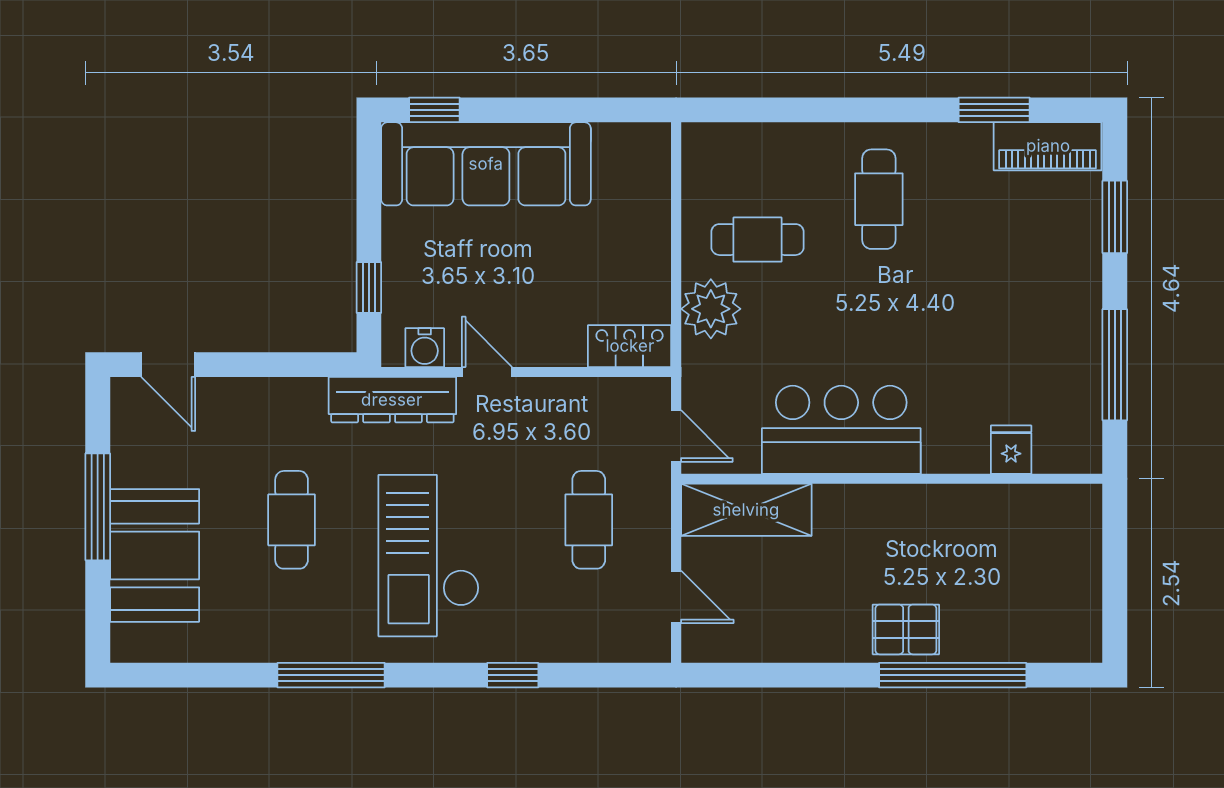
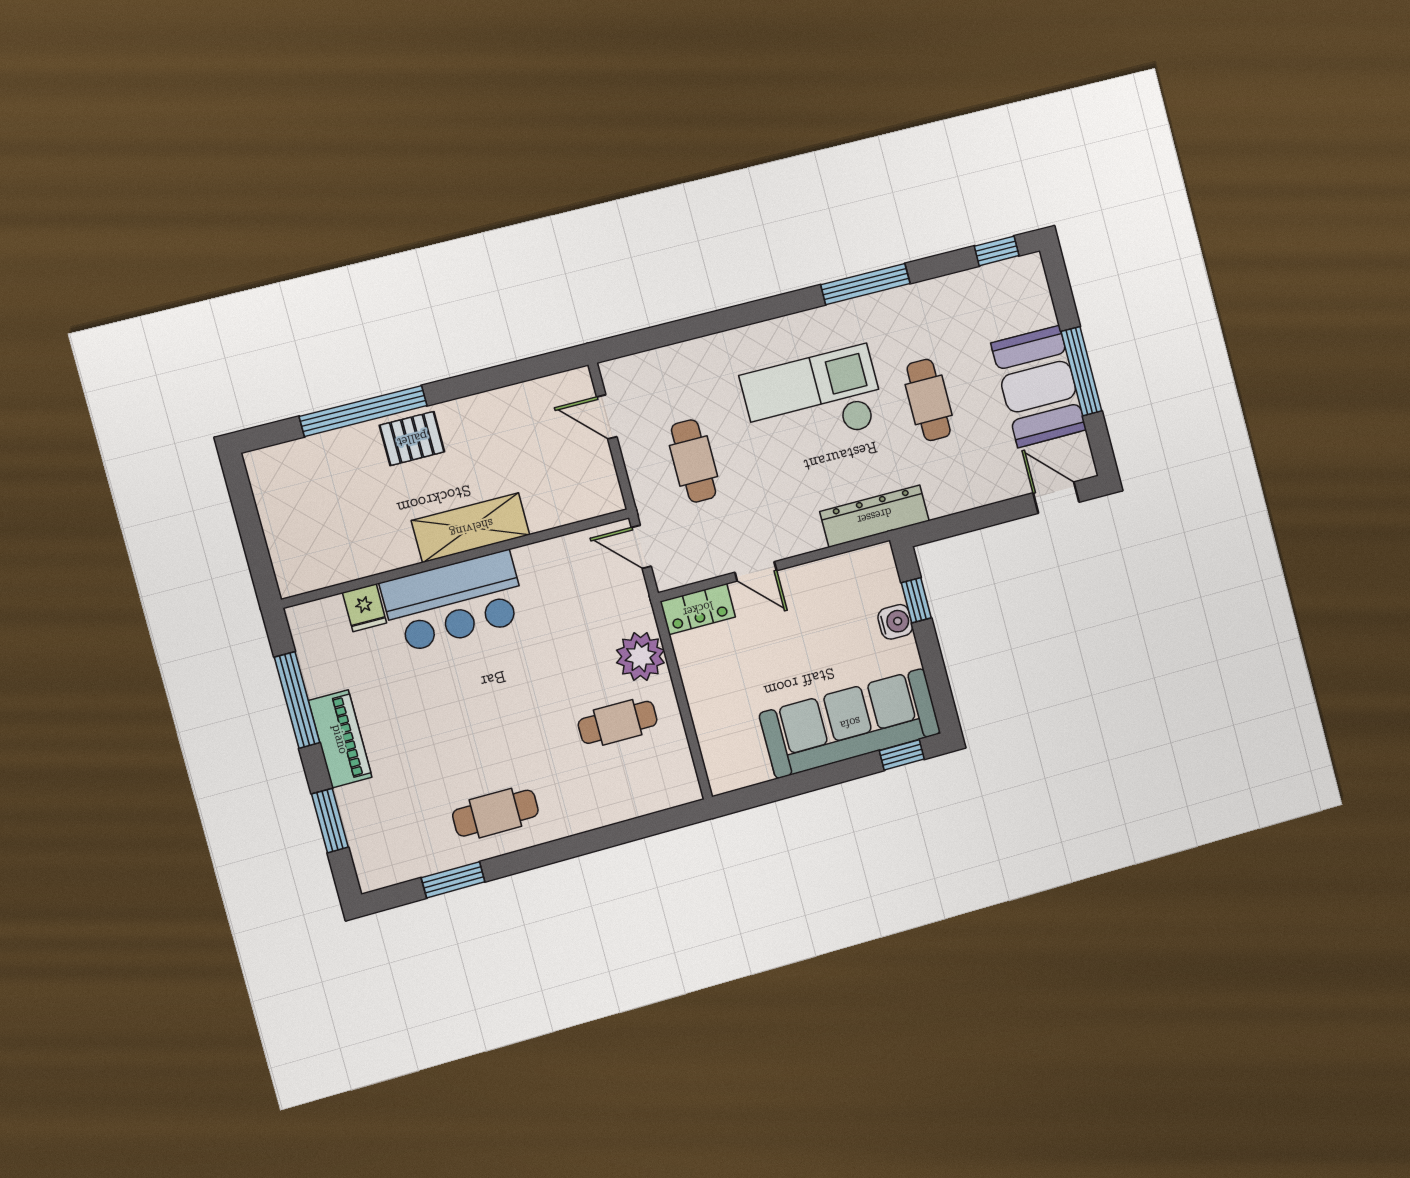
piano: (1048, 146) -> (340, 739), moved, turned 90
cafe table: (879, 199) -> (495, 813), moved, turned 90
water cooler: (425, 348) -> (895, 622), moved, turned 90
door: (487, 372) -> (756, 571), moved
bar counter: (841, 430) -> (454, 602), moved
shelving: (746, 510) -> (471, 528), moved
booth: (155, 555) -> (1039, 387), moved
checkout: (429, 556) -> (813, 399), turned -90
window: (513, 675) -> (997, 251), moved

